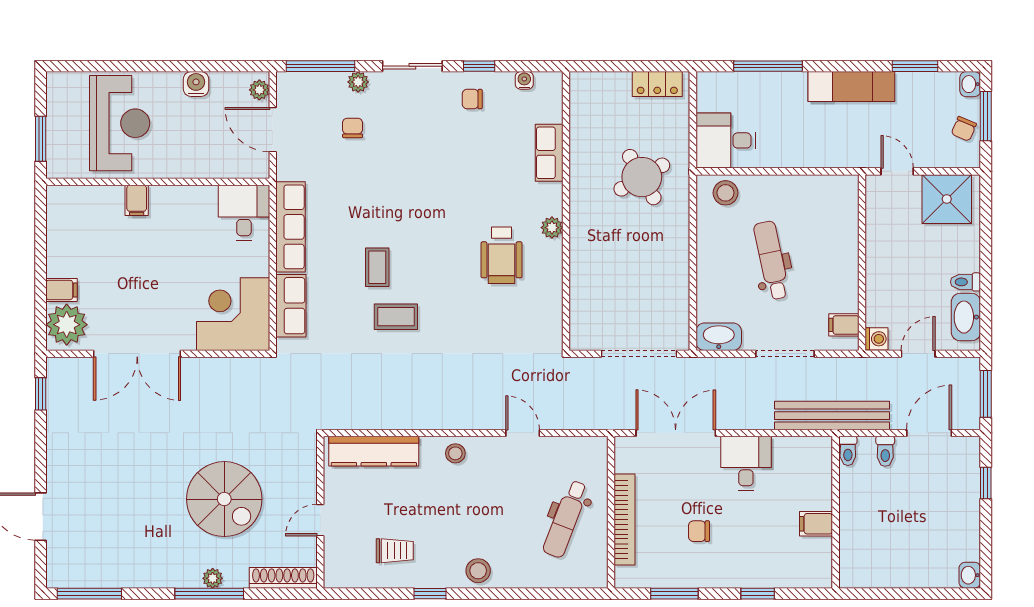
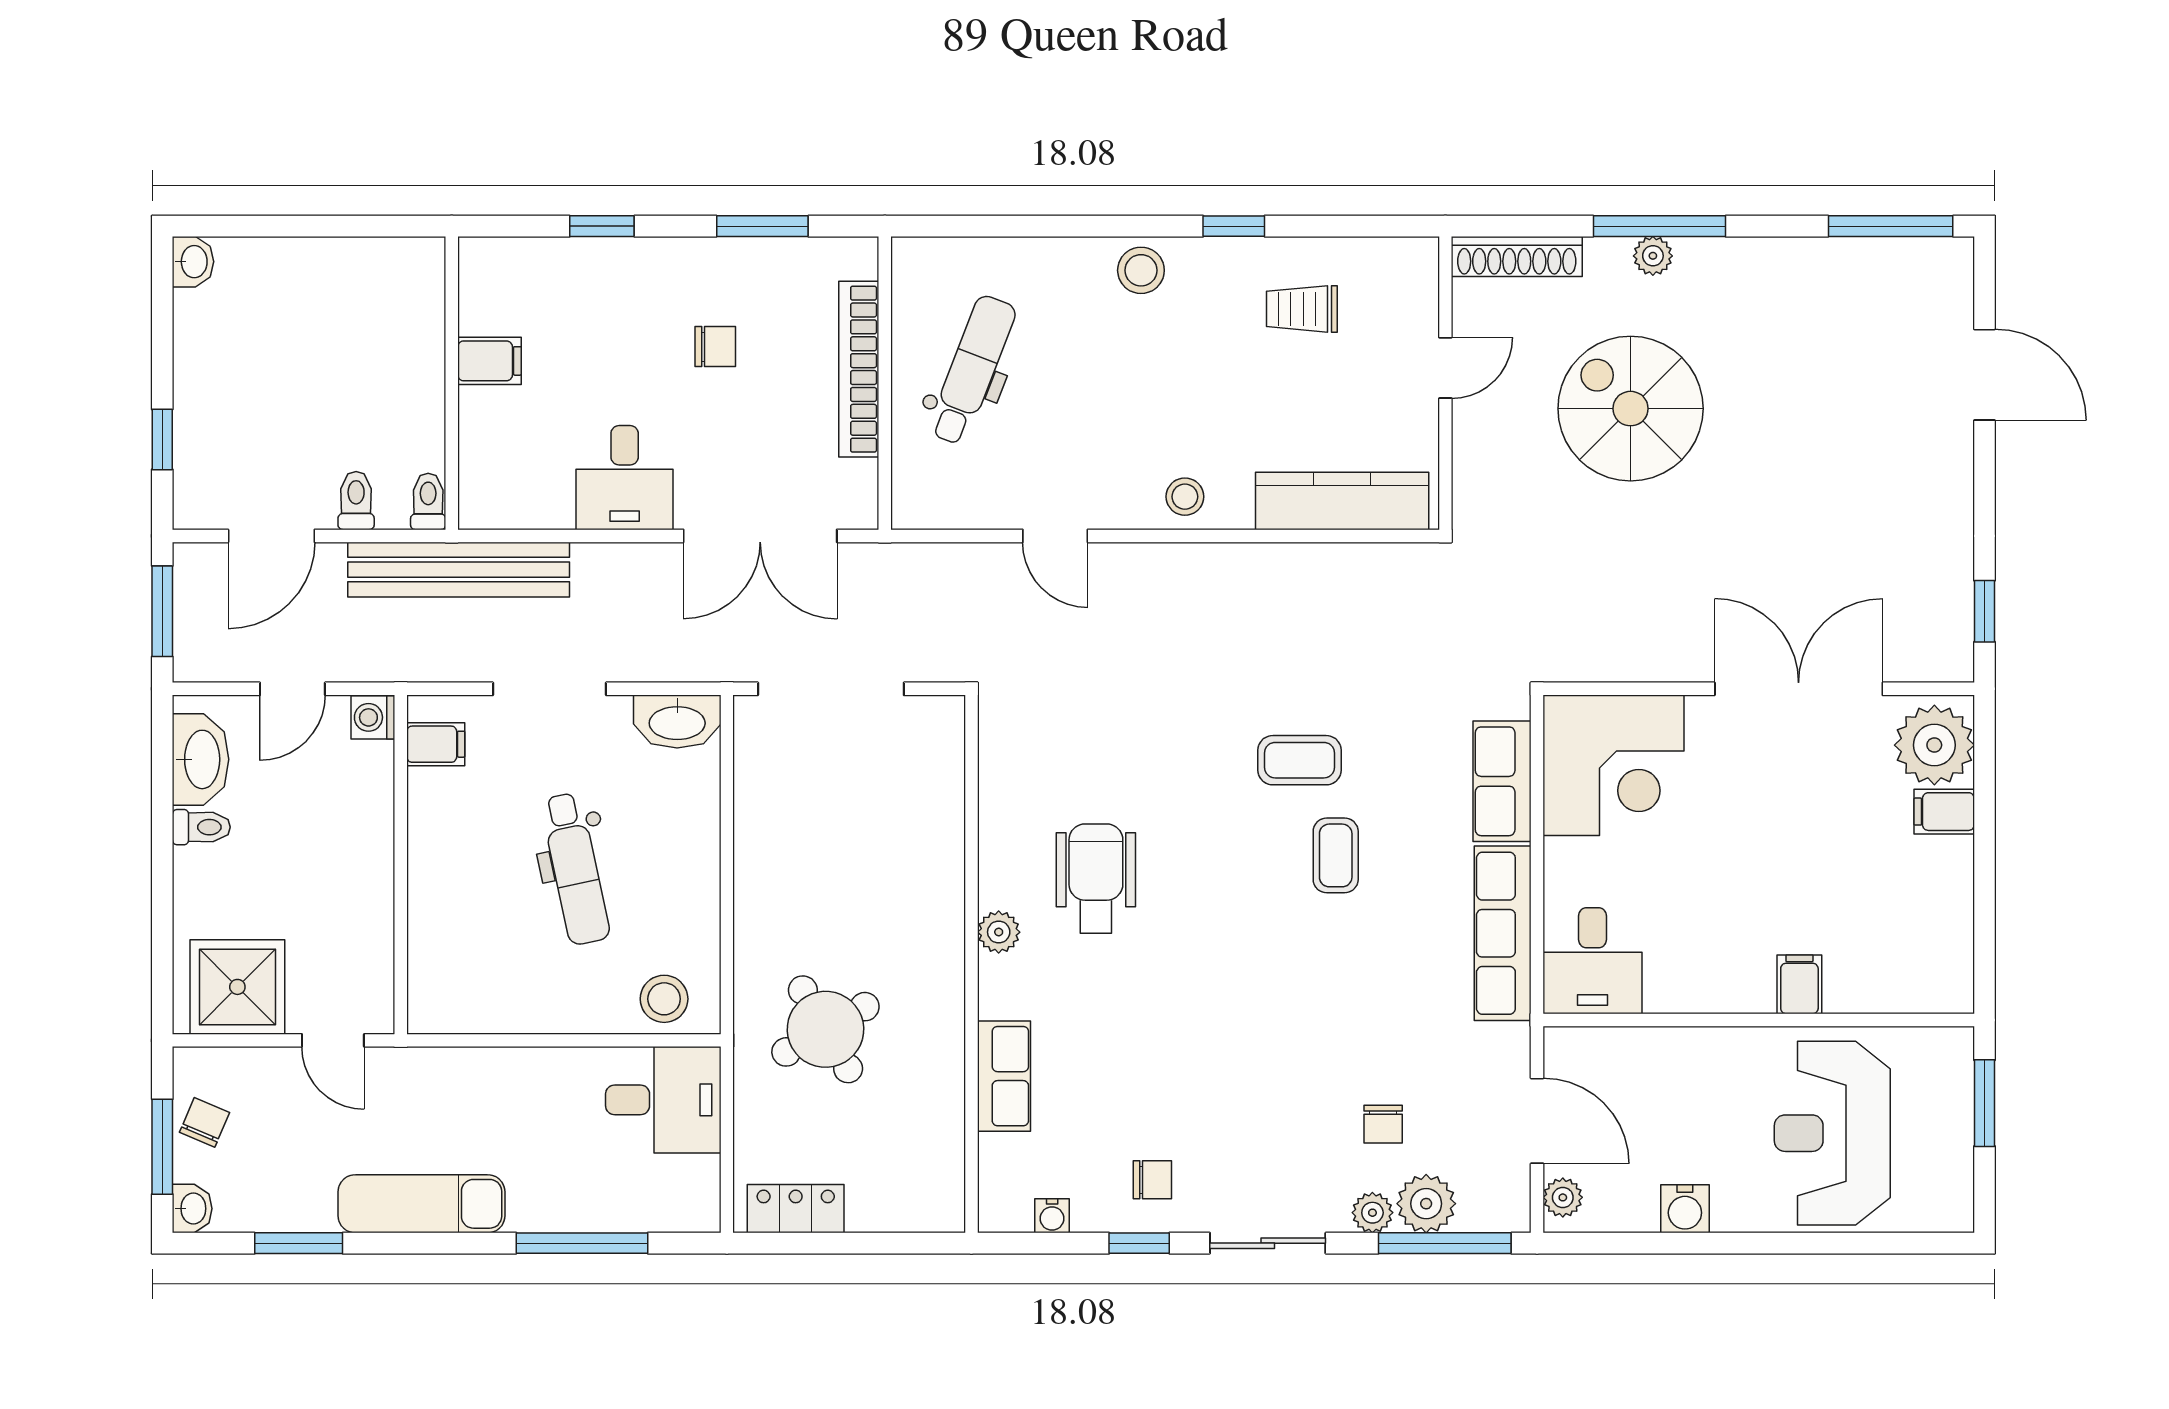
plant: (330, 87) -> (1426, 1204), added

